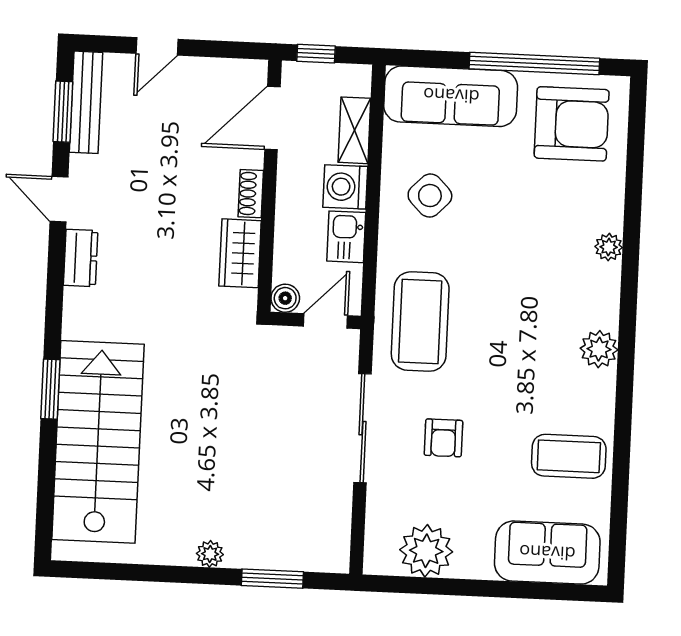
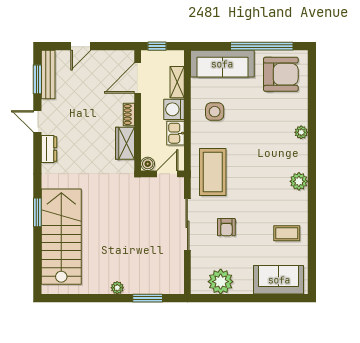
side table: (430, 196) -> (215, 112), turned 45
coffee table: (569, 456) -> (287, 233), width x0.73, depth x0.77

